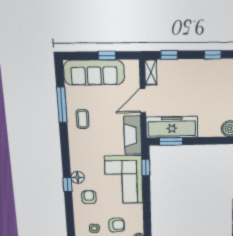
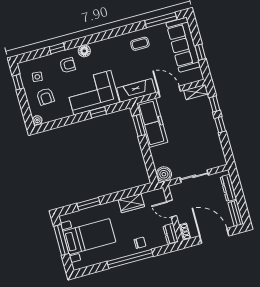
window: (213, 55) -> (220, 125), moved
window: (62, 105) -> (161, 20), moved
window: (146, 167) -> (98, 112), moved
window: (68, 185) -> (57, 48), moved

